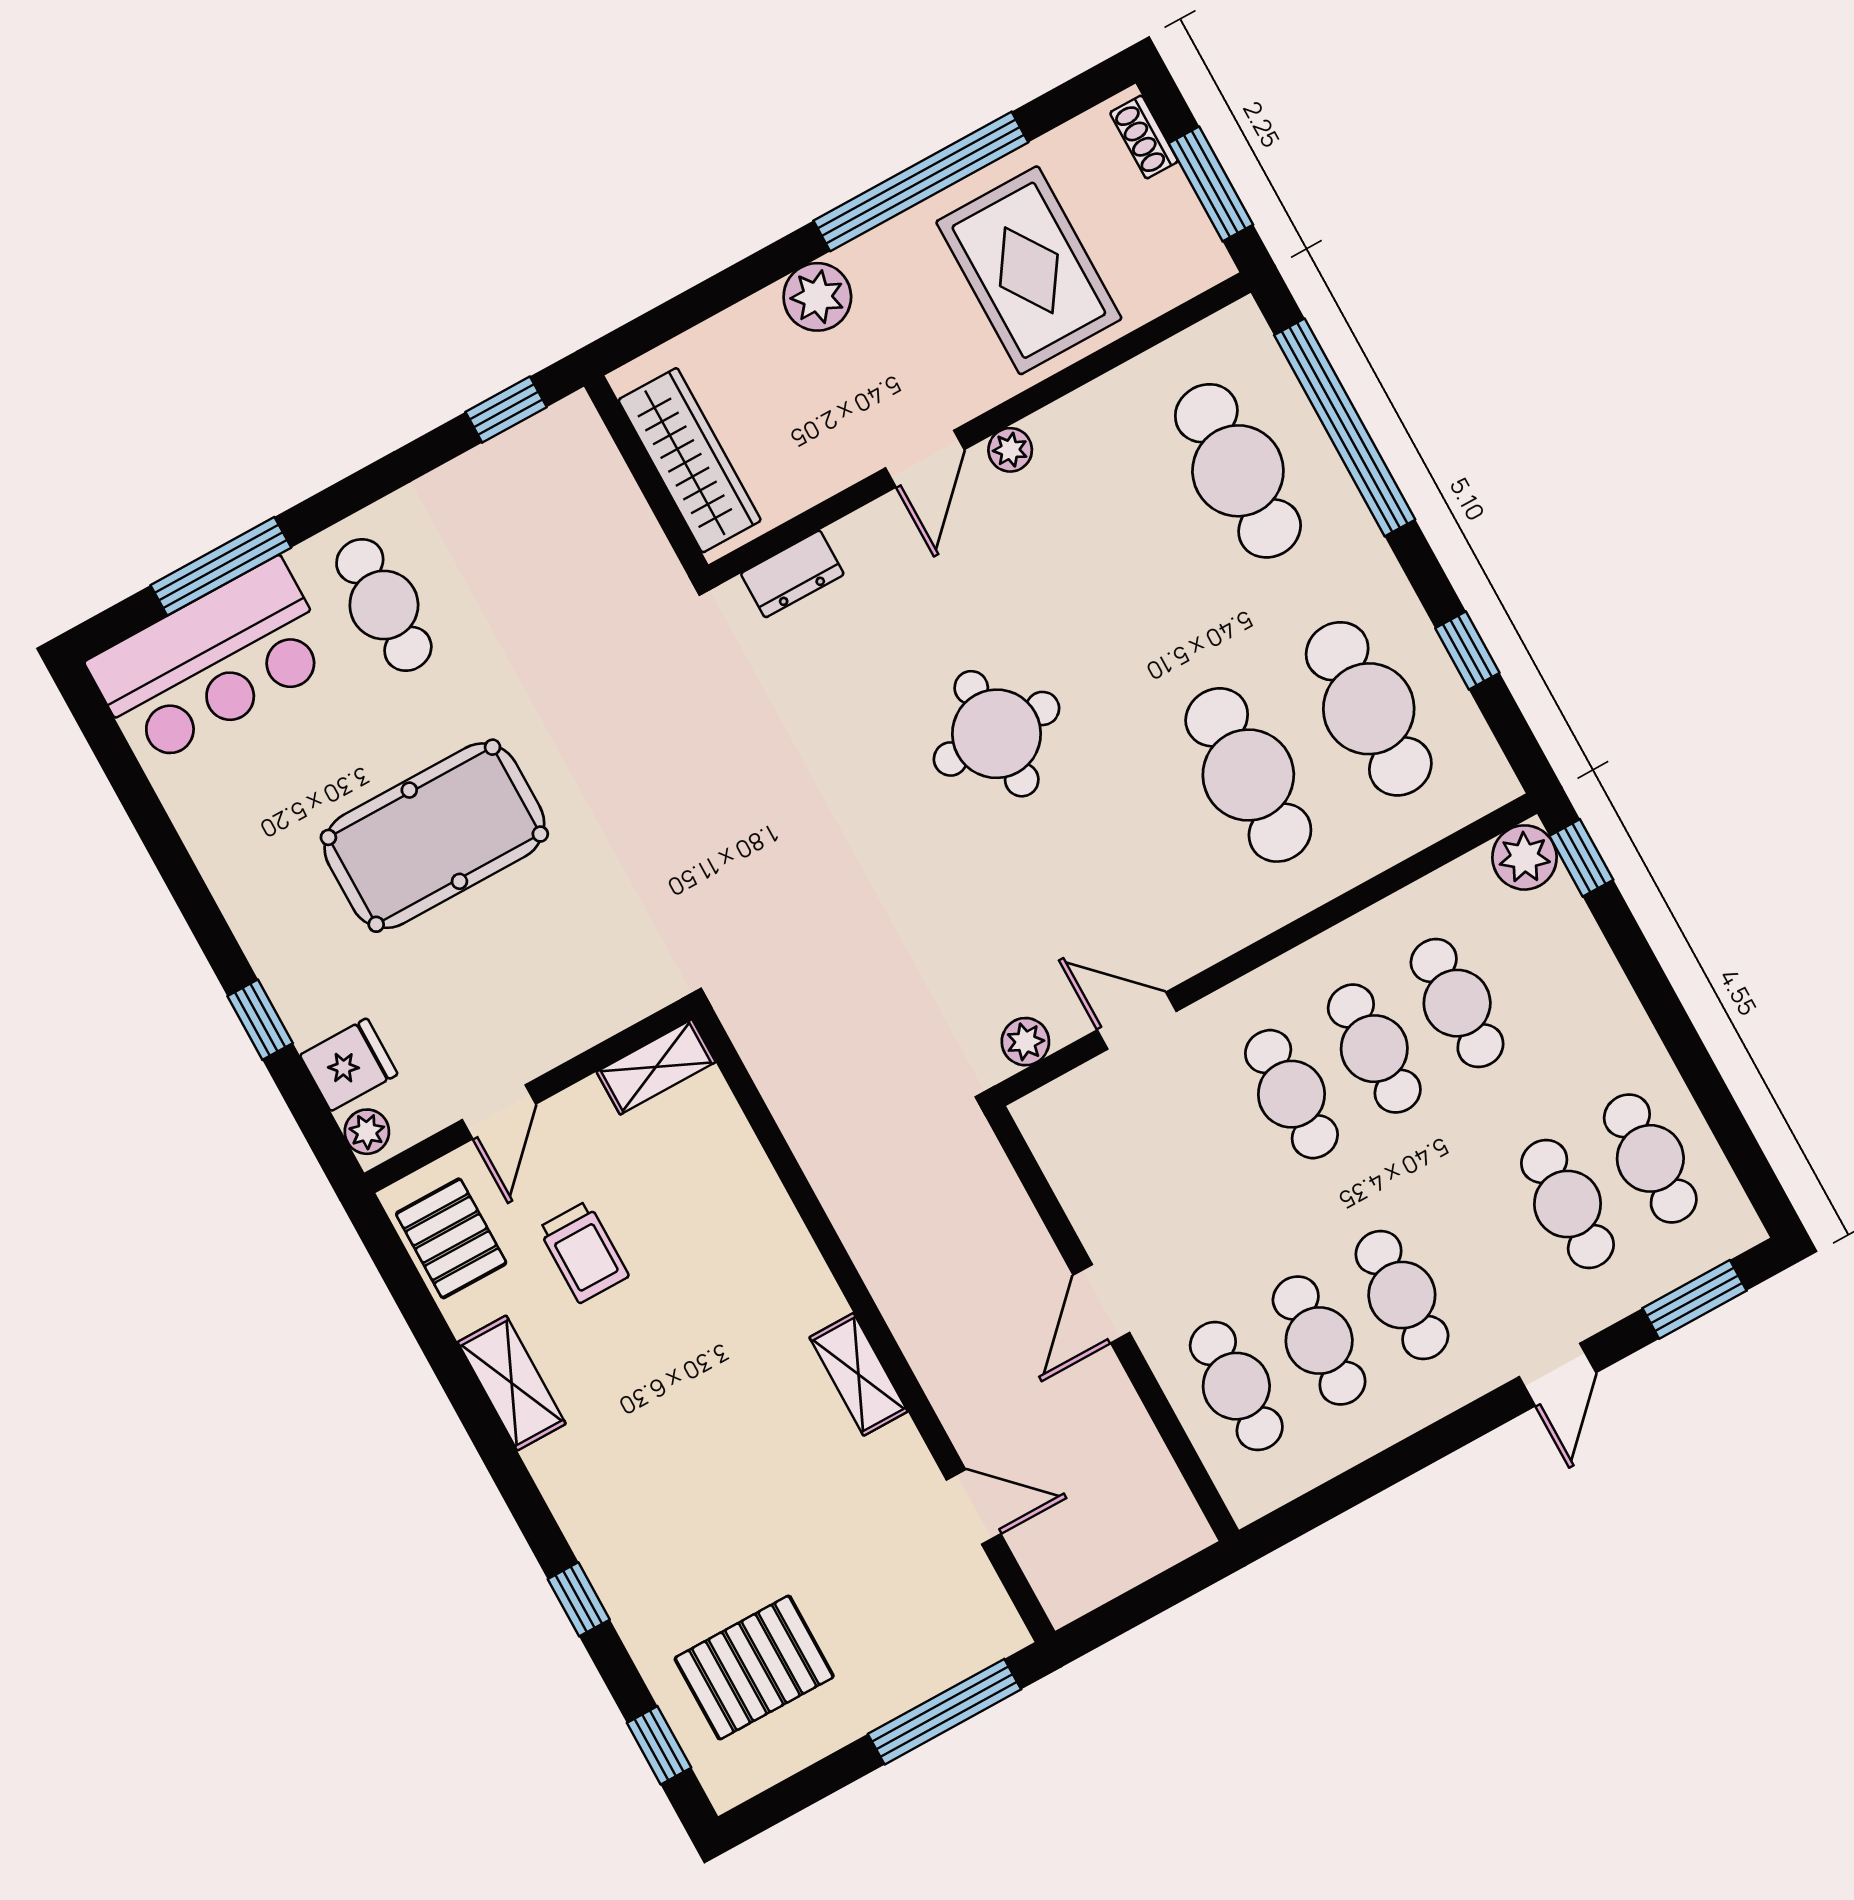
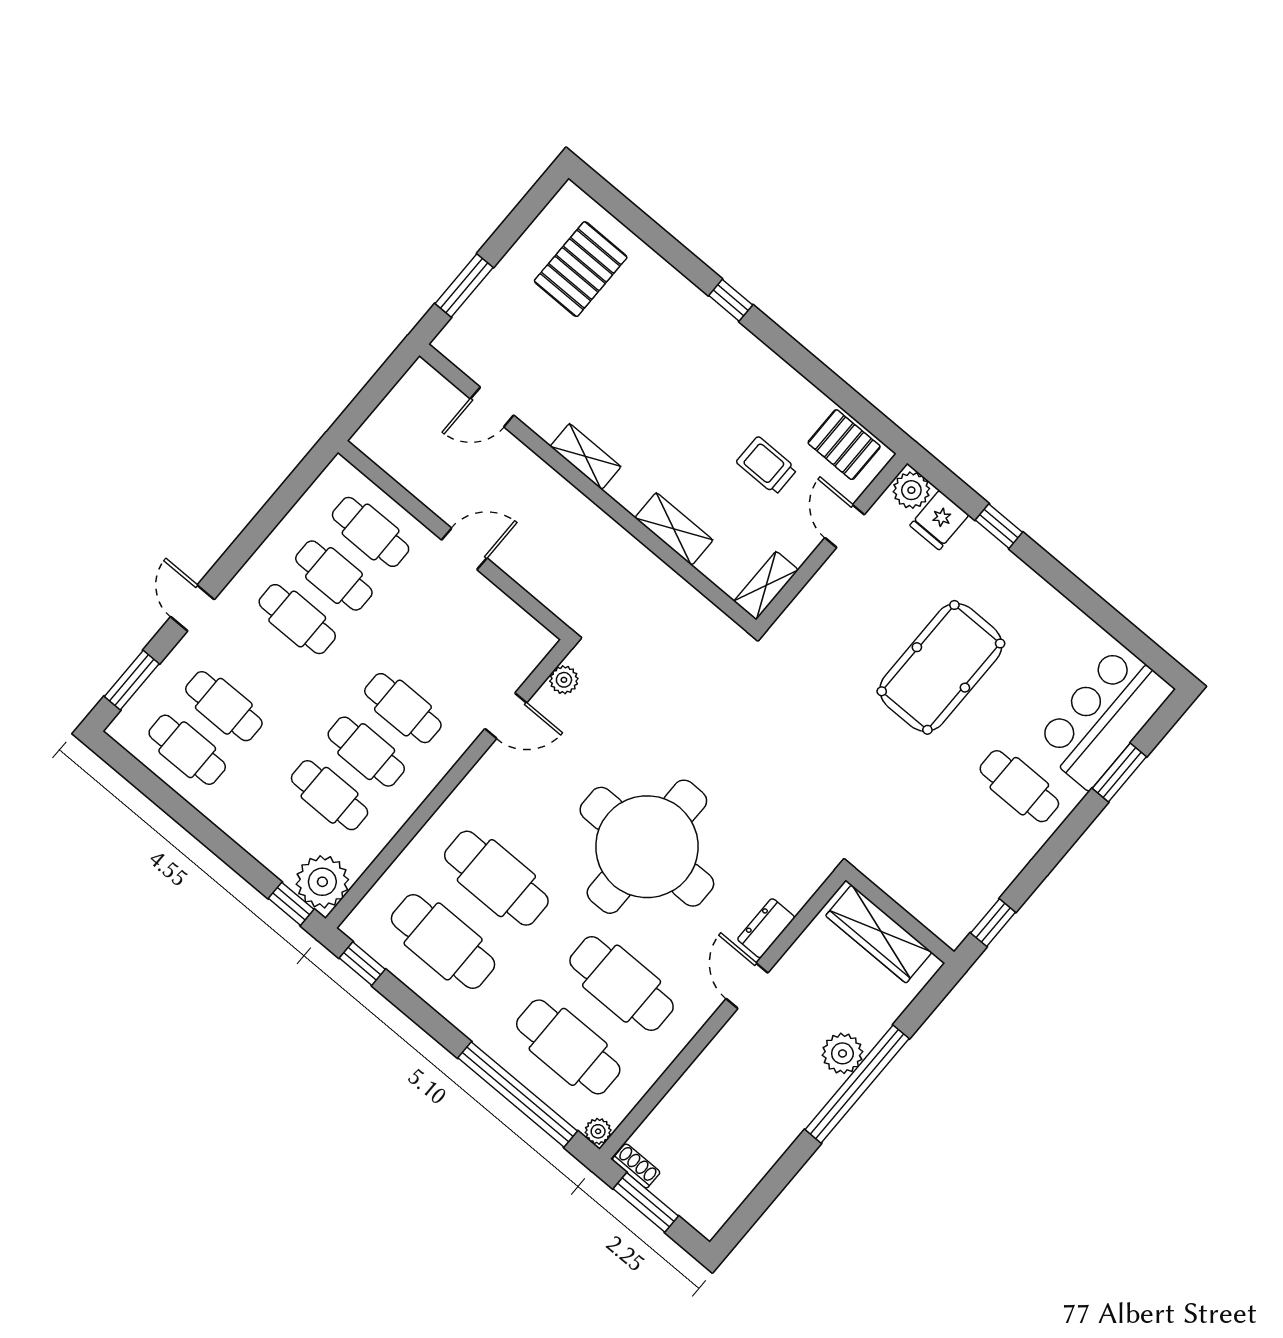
shoe rack: (1144, 137) -> (636, 1166), moved
window: (921, 181) -> (857, 1084), moved
rug: (1029, 270) -> (729, 1114), removed
plant: (1010, 450) -> (598, 1131), moved
cafe table: (1118, 537) -> (622, 984), added
window: (221, 566) -> (1119, 773), width x0.69
dresser: (792, 574) -> (766, 928), moved
window: (1467, 651) -> (362, 964), moved
round table: (996, 734) -> (647, 847), width x1.86, depth x1.86
plant: (1524, 857) -> (322, 882), width x1.36, depth x1.36
plant: (367, 1132) -> (911, 490), width x1.38, depth x1.38
door: (1101, 1304) -> (464, 549), hinge flipped
shelving: (512, 1383) -> (674, 529), moved
window: (579, 1599) -> (731, 300), moved
window: (944, 1712) -> (464, 286), width x0.69
window: (659, 1745) -> (617, 205), removed

